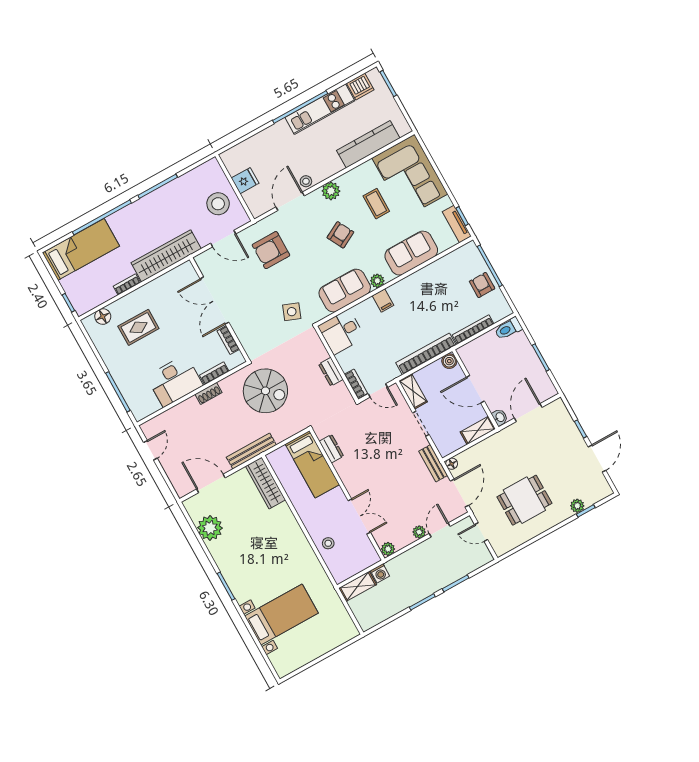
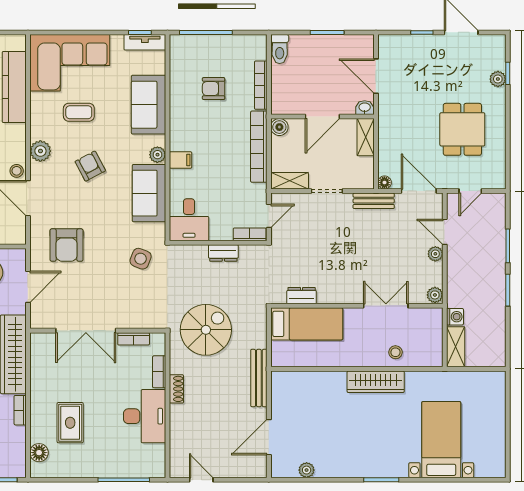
armchair: (482, 285) -> (214, 89), moved
wardrobe: (265, 483) -> (376, 382), moved
plant: (210, 528) -> (307, 470), width x0.53, depth x0.53

